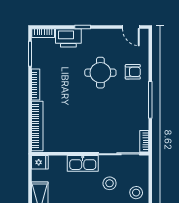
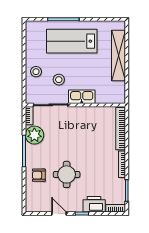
door: (131, 27) -> (59, 214), moved
plant: (138, 119) -> (34, 135), added
fridge: (40, 162) -> (118, 98), removed

